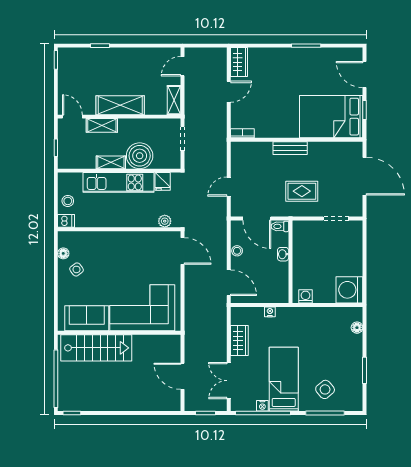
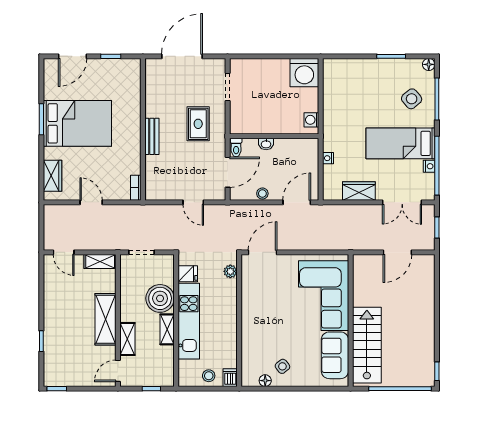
wardrobe: (239, 62) -> (53, 176), moved, turned 90
bed: (331, 117) -> (77, 123), moved, turned -90
floor lamp: (357, 328) -> (429, 64), moved

